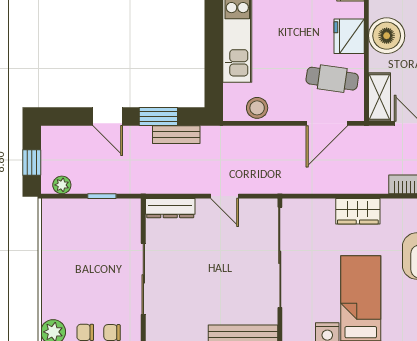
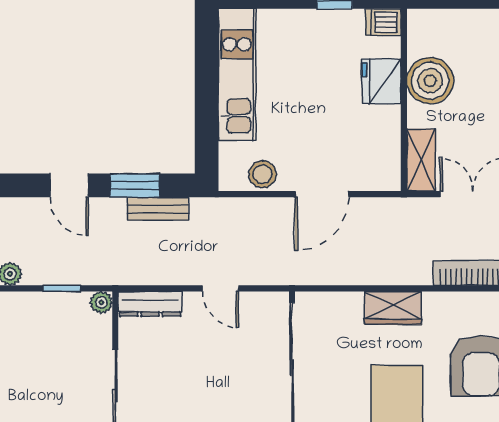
cafe table: (332, 79) -> (360, 136), removed
door: (327, 123) -> (322, 194), moved
plant: (132, 207) -> (101, 302), added

